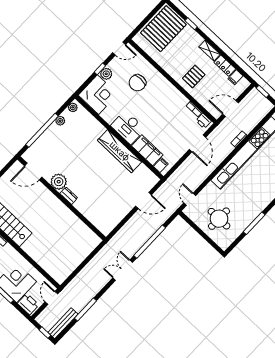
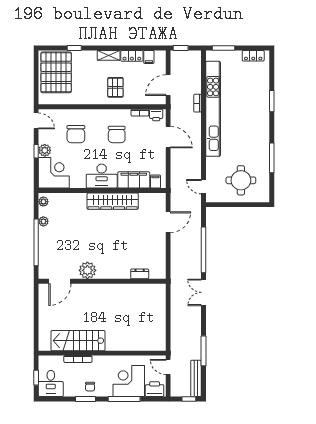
door: (119, 49) -> (36, 121), hinge flipped
chair: (165, 109) -> (117, 134), added
dresser: (69, 196) -> (140, 274), moved

